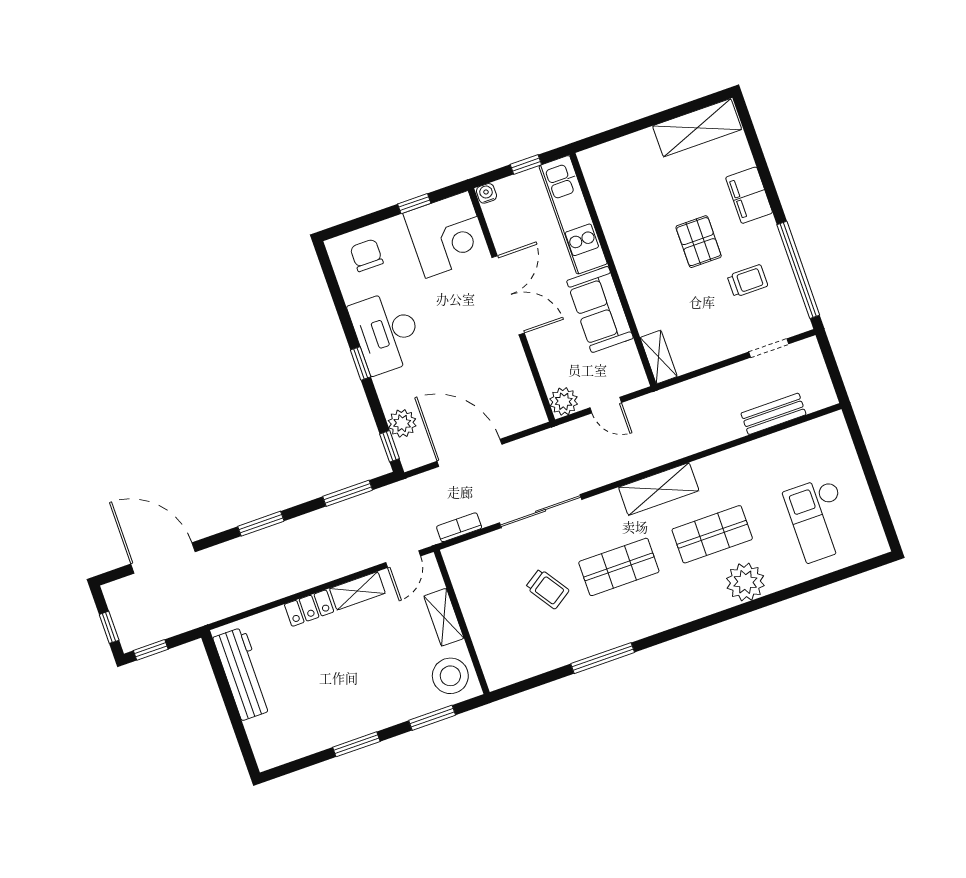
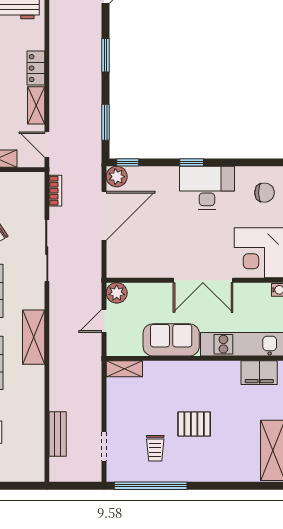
filing cabinet: (749, 195) -> (259, 373), moved, turned 180
plant: (402, 423) -> (117, 177), moved

